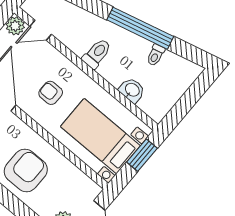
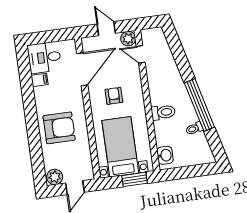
toilet: (97, 54) -> (163, 112), moved
washbasin: (132, 90) -> (165, 155), moved

